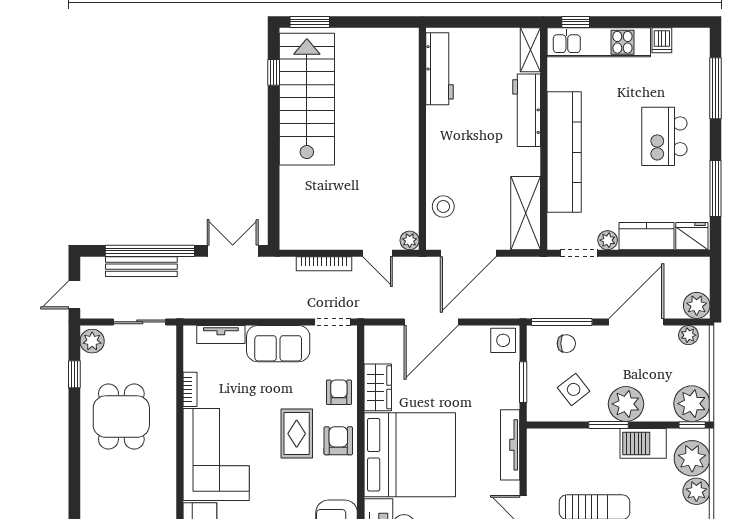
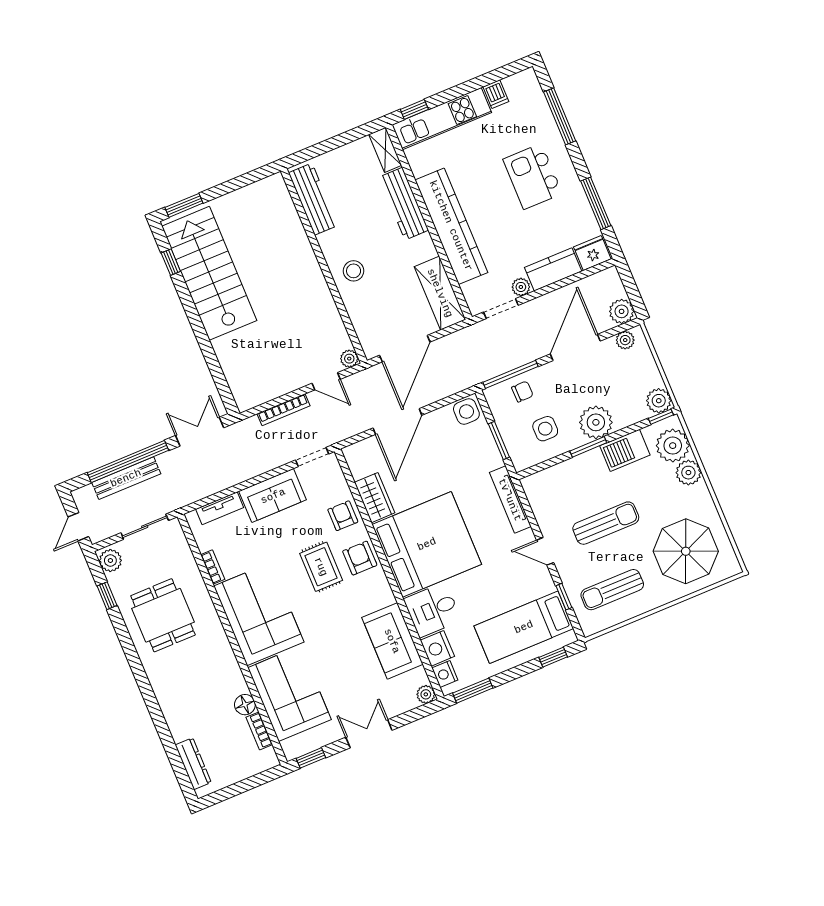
stool: (443, 207) -> (354, 271), moved
side table: (574, 389) -> (545, 429), turned 38
plant: (692, 404) -> (659, 401), width x0.73, depth x0.73

